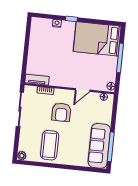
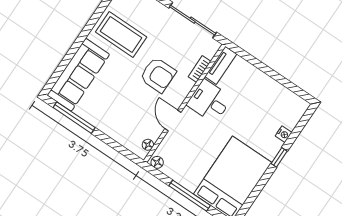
desk: (61, 75) -> (209, 101), added
armchair: (61, 112) -> (158, 75), turned 180
sofa: (99, 146) -> (78, 75), moved, turned 90

